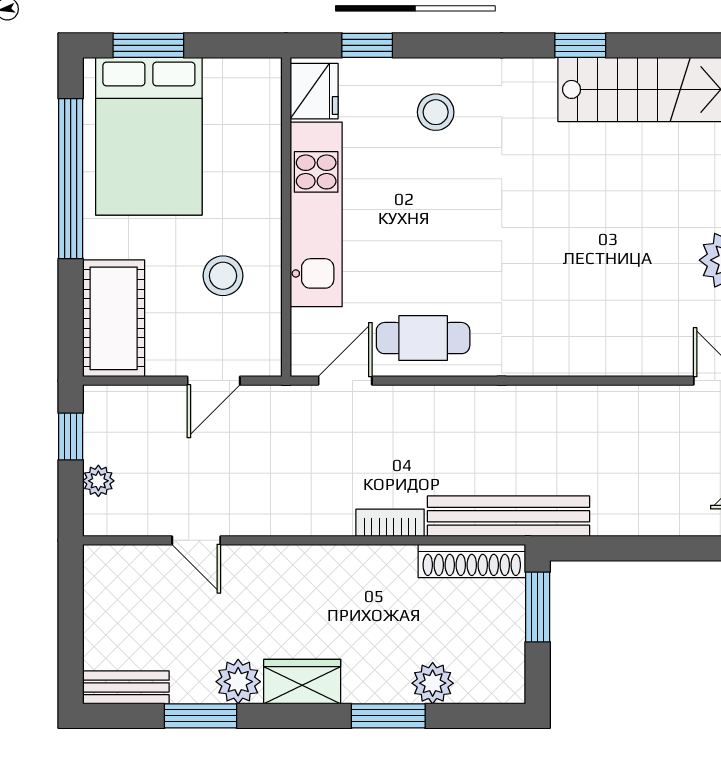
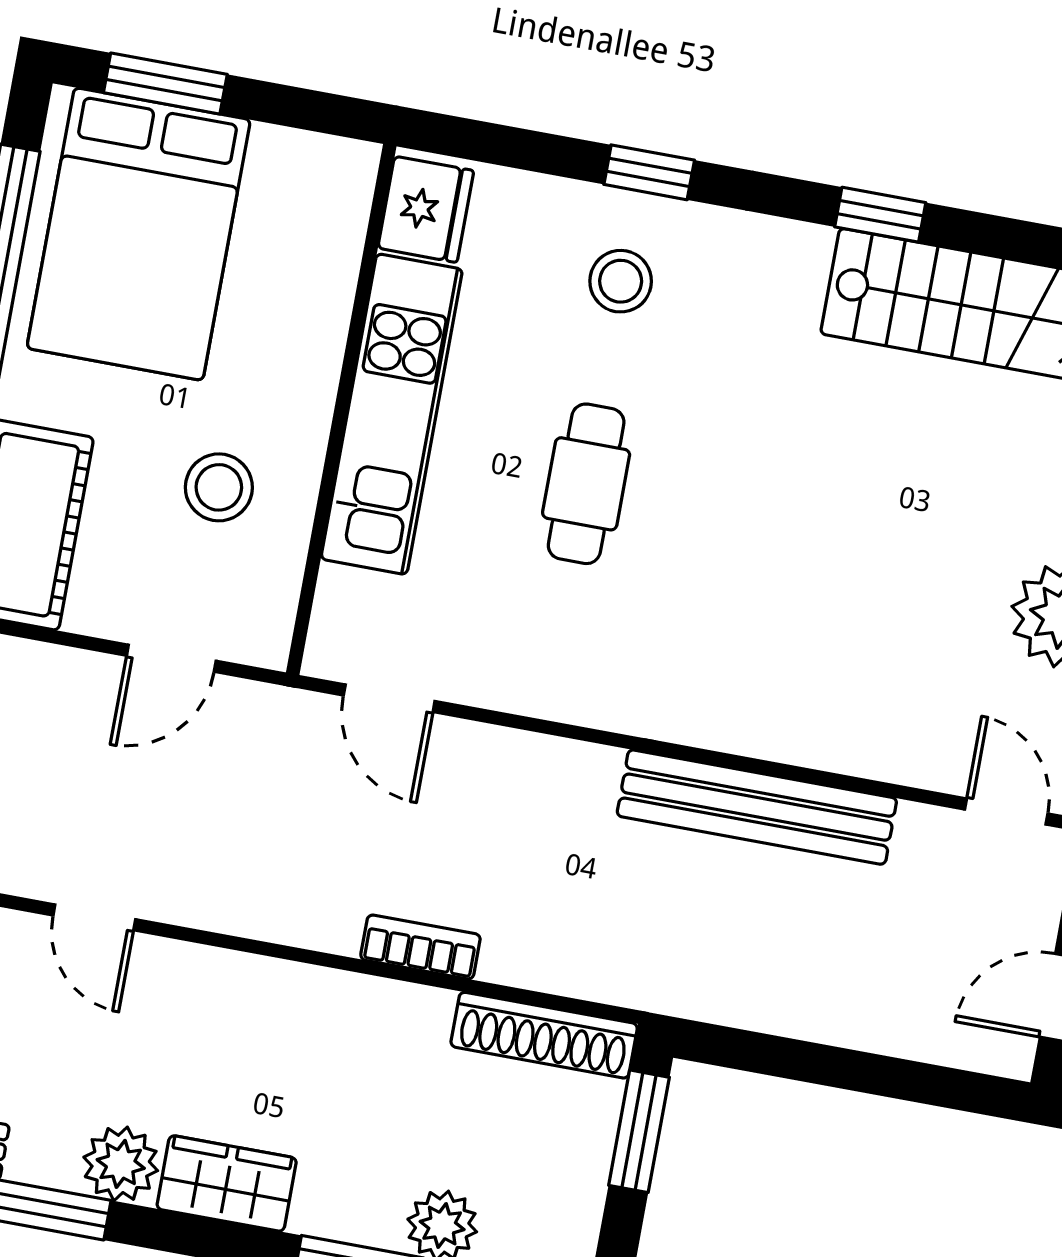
window: (367, 45) -> (649, 172), moved
cafe table: (423, 338) -> (586, 484), moved, turned 90
door: (345, 381) -> (389, 698), swing flipped
bench: (508, 516) -> (757, 807), moved

